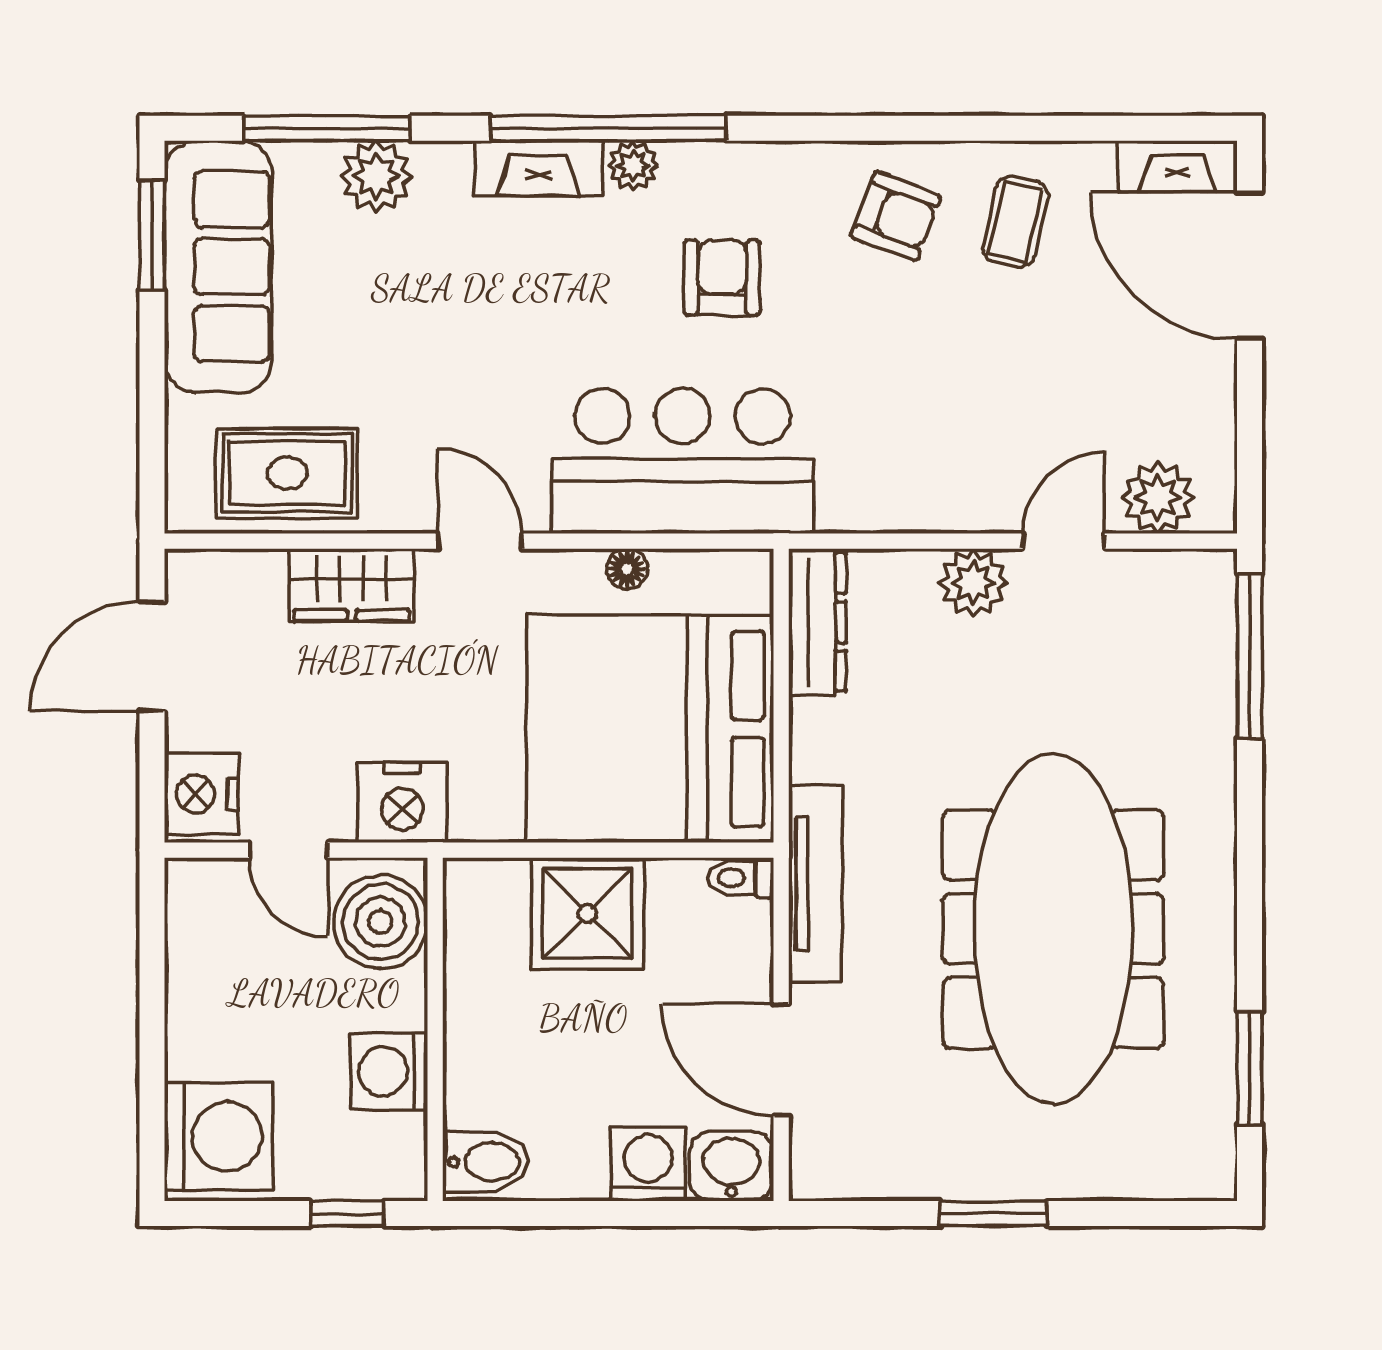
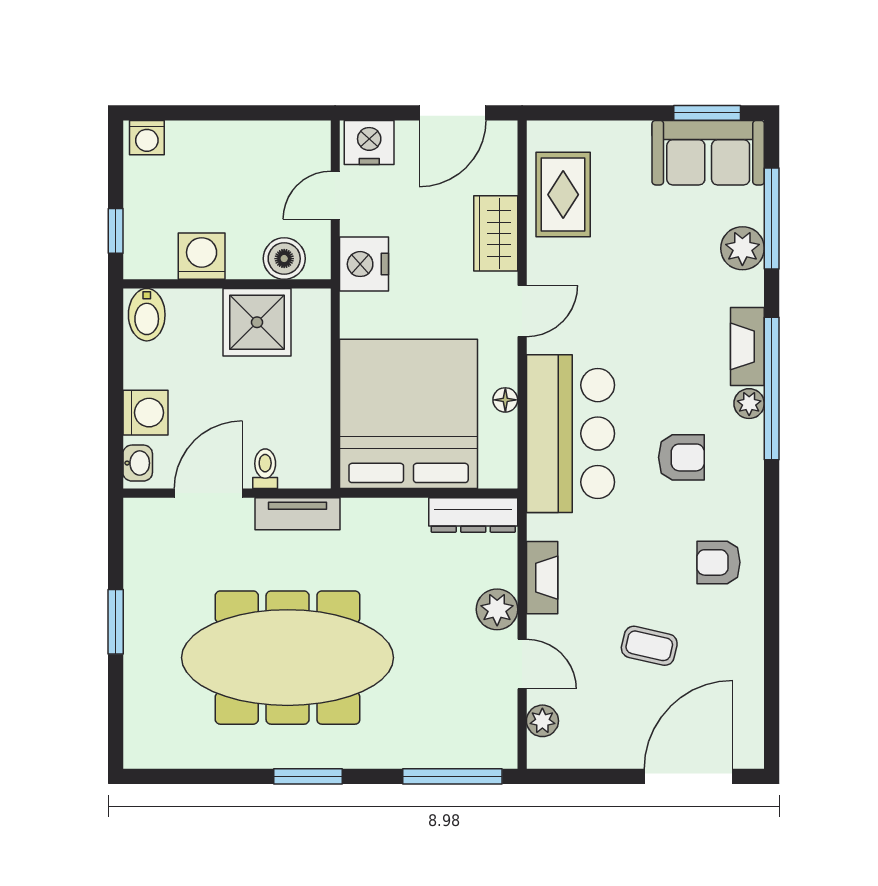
fireplace: (1177, 166) -> (542, 578), moved, turned 180
armchair: (896, 216) -> (719, 562), turned 69
coffee table: (1015, 222) -> (649, 646), moved
sofa: (218, 267) -> (708, 153), width x0.73
plant: (1158, 498) -> (542, 721), width x0.73, depth x0.73
door: (152, 656) -> (453, 113), swing flipped
toilet: (741, 878) -> (265, 469), moved
tv unit: (815, 884) -> (298, 514), width x0.71
shower: (588, 914) -> (257, 322), moved
boiler: (380, 922) -> (284, 259), width x0.73, depth x0.73
window: (1250, 1068) -> (308, 776), moved
washing machine: (218, 1136) -> (147, 138), width x0.53, depth x0.53
washbasin: (731, 1166) -> (138, 463), width x0.72, depth x0.69

